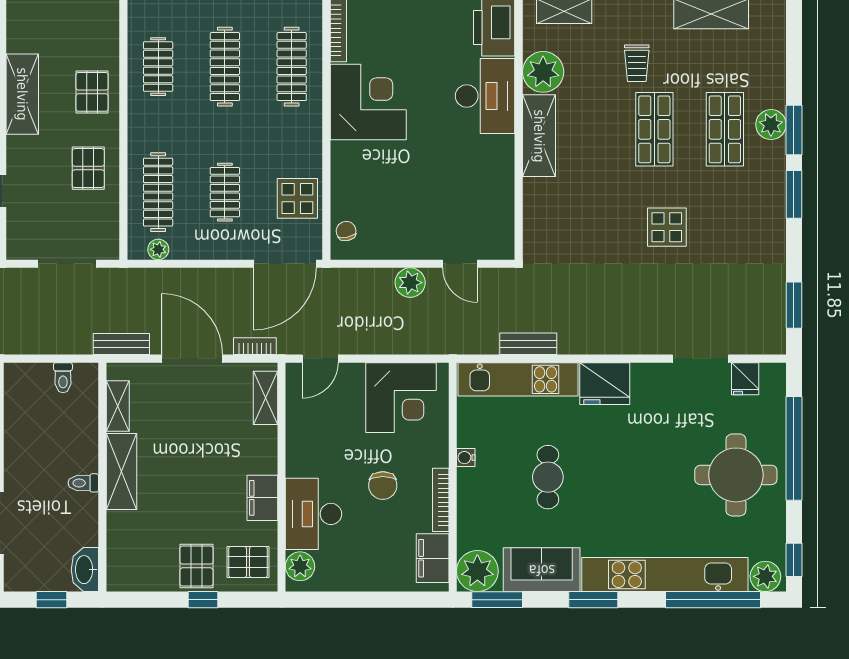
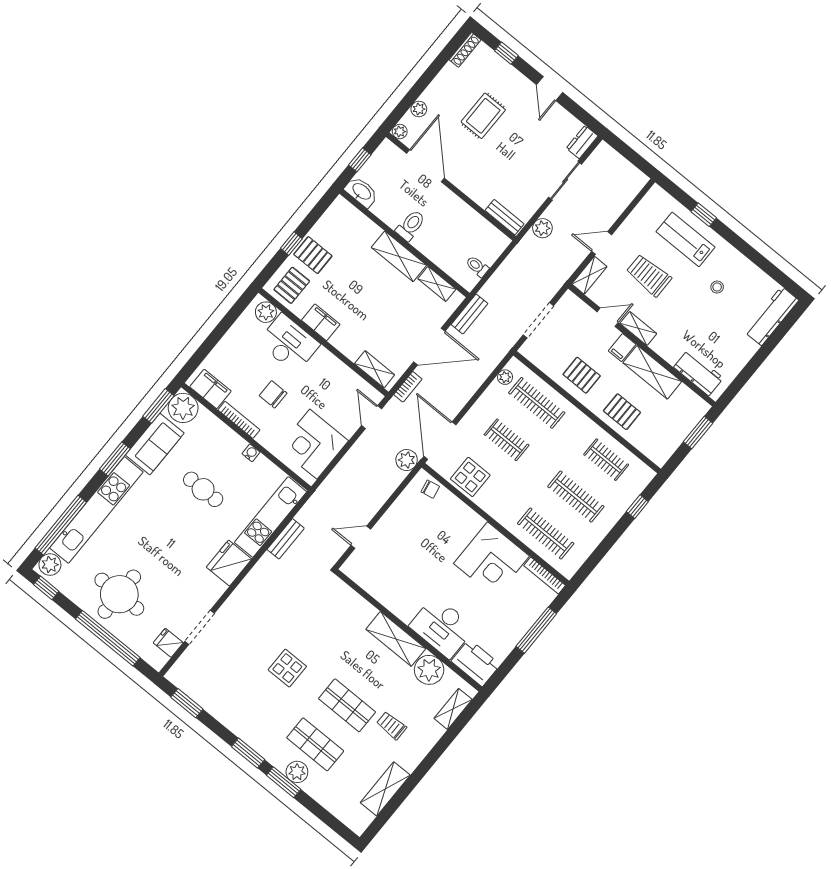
filing cabinet: (22, 149) -> (622, 348), added
plant: (410, 283) -> (407, 460), moved
toilet: (83, 483) -> (411, 225), width x1.37, depth x1.39

